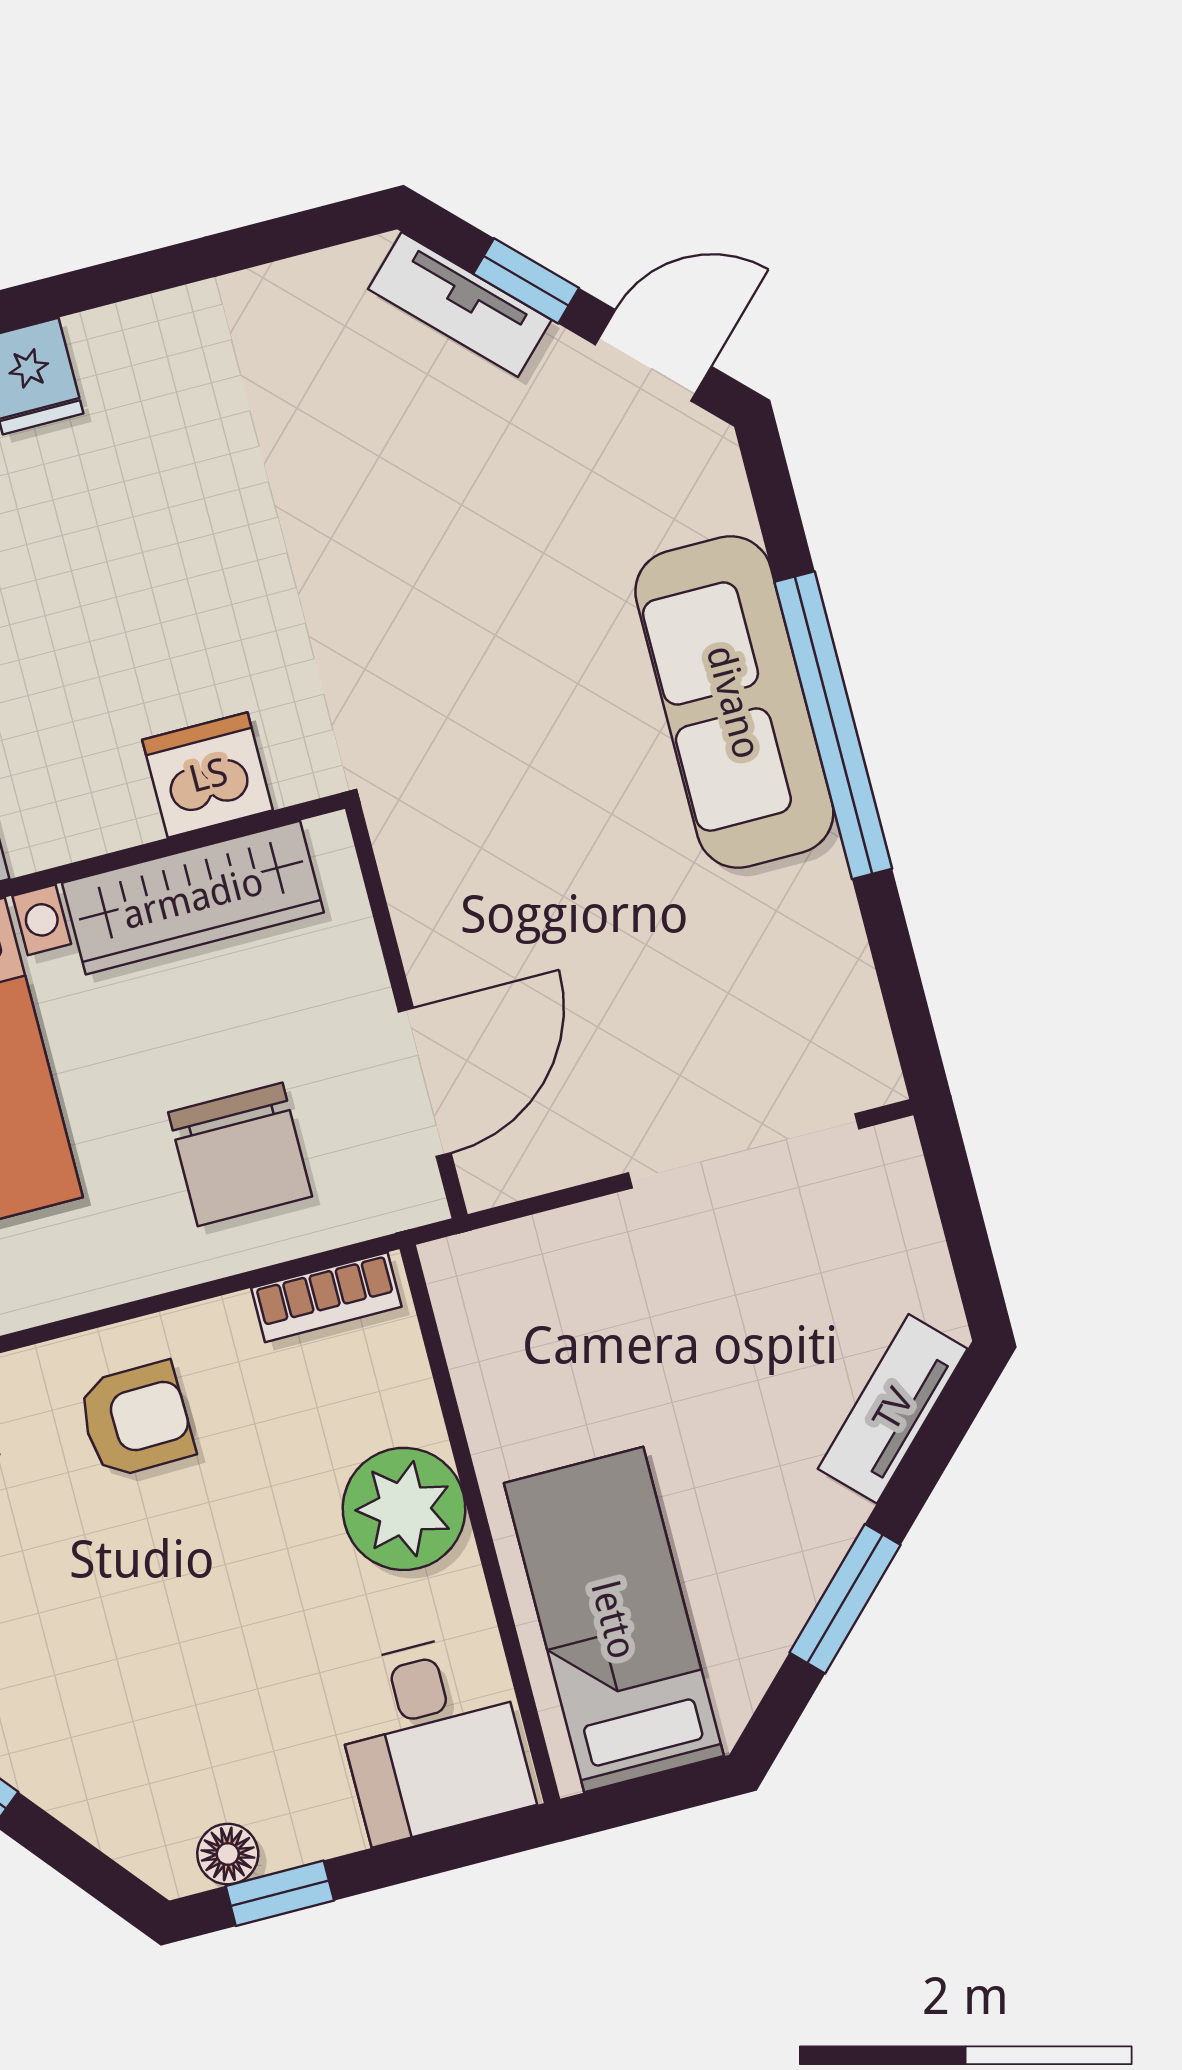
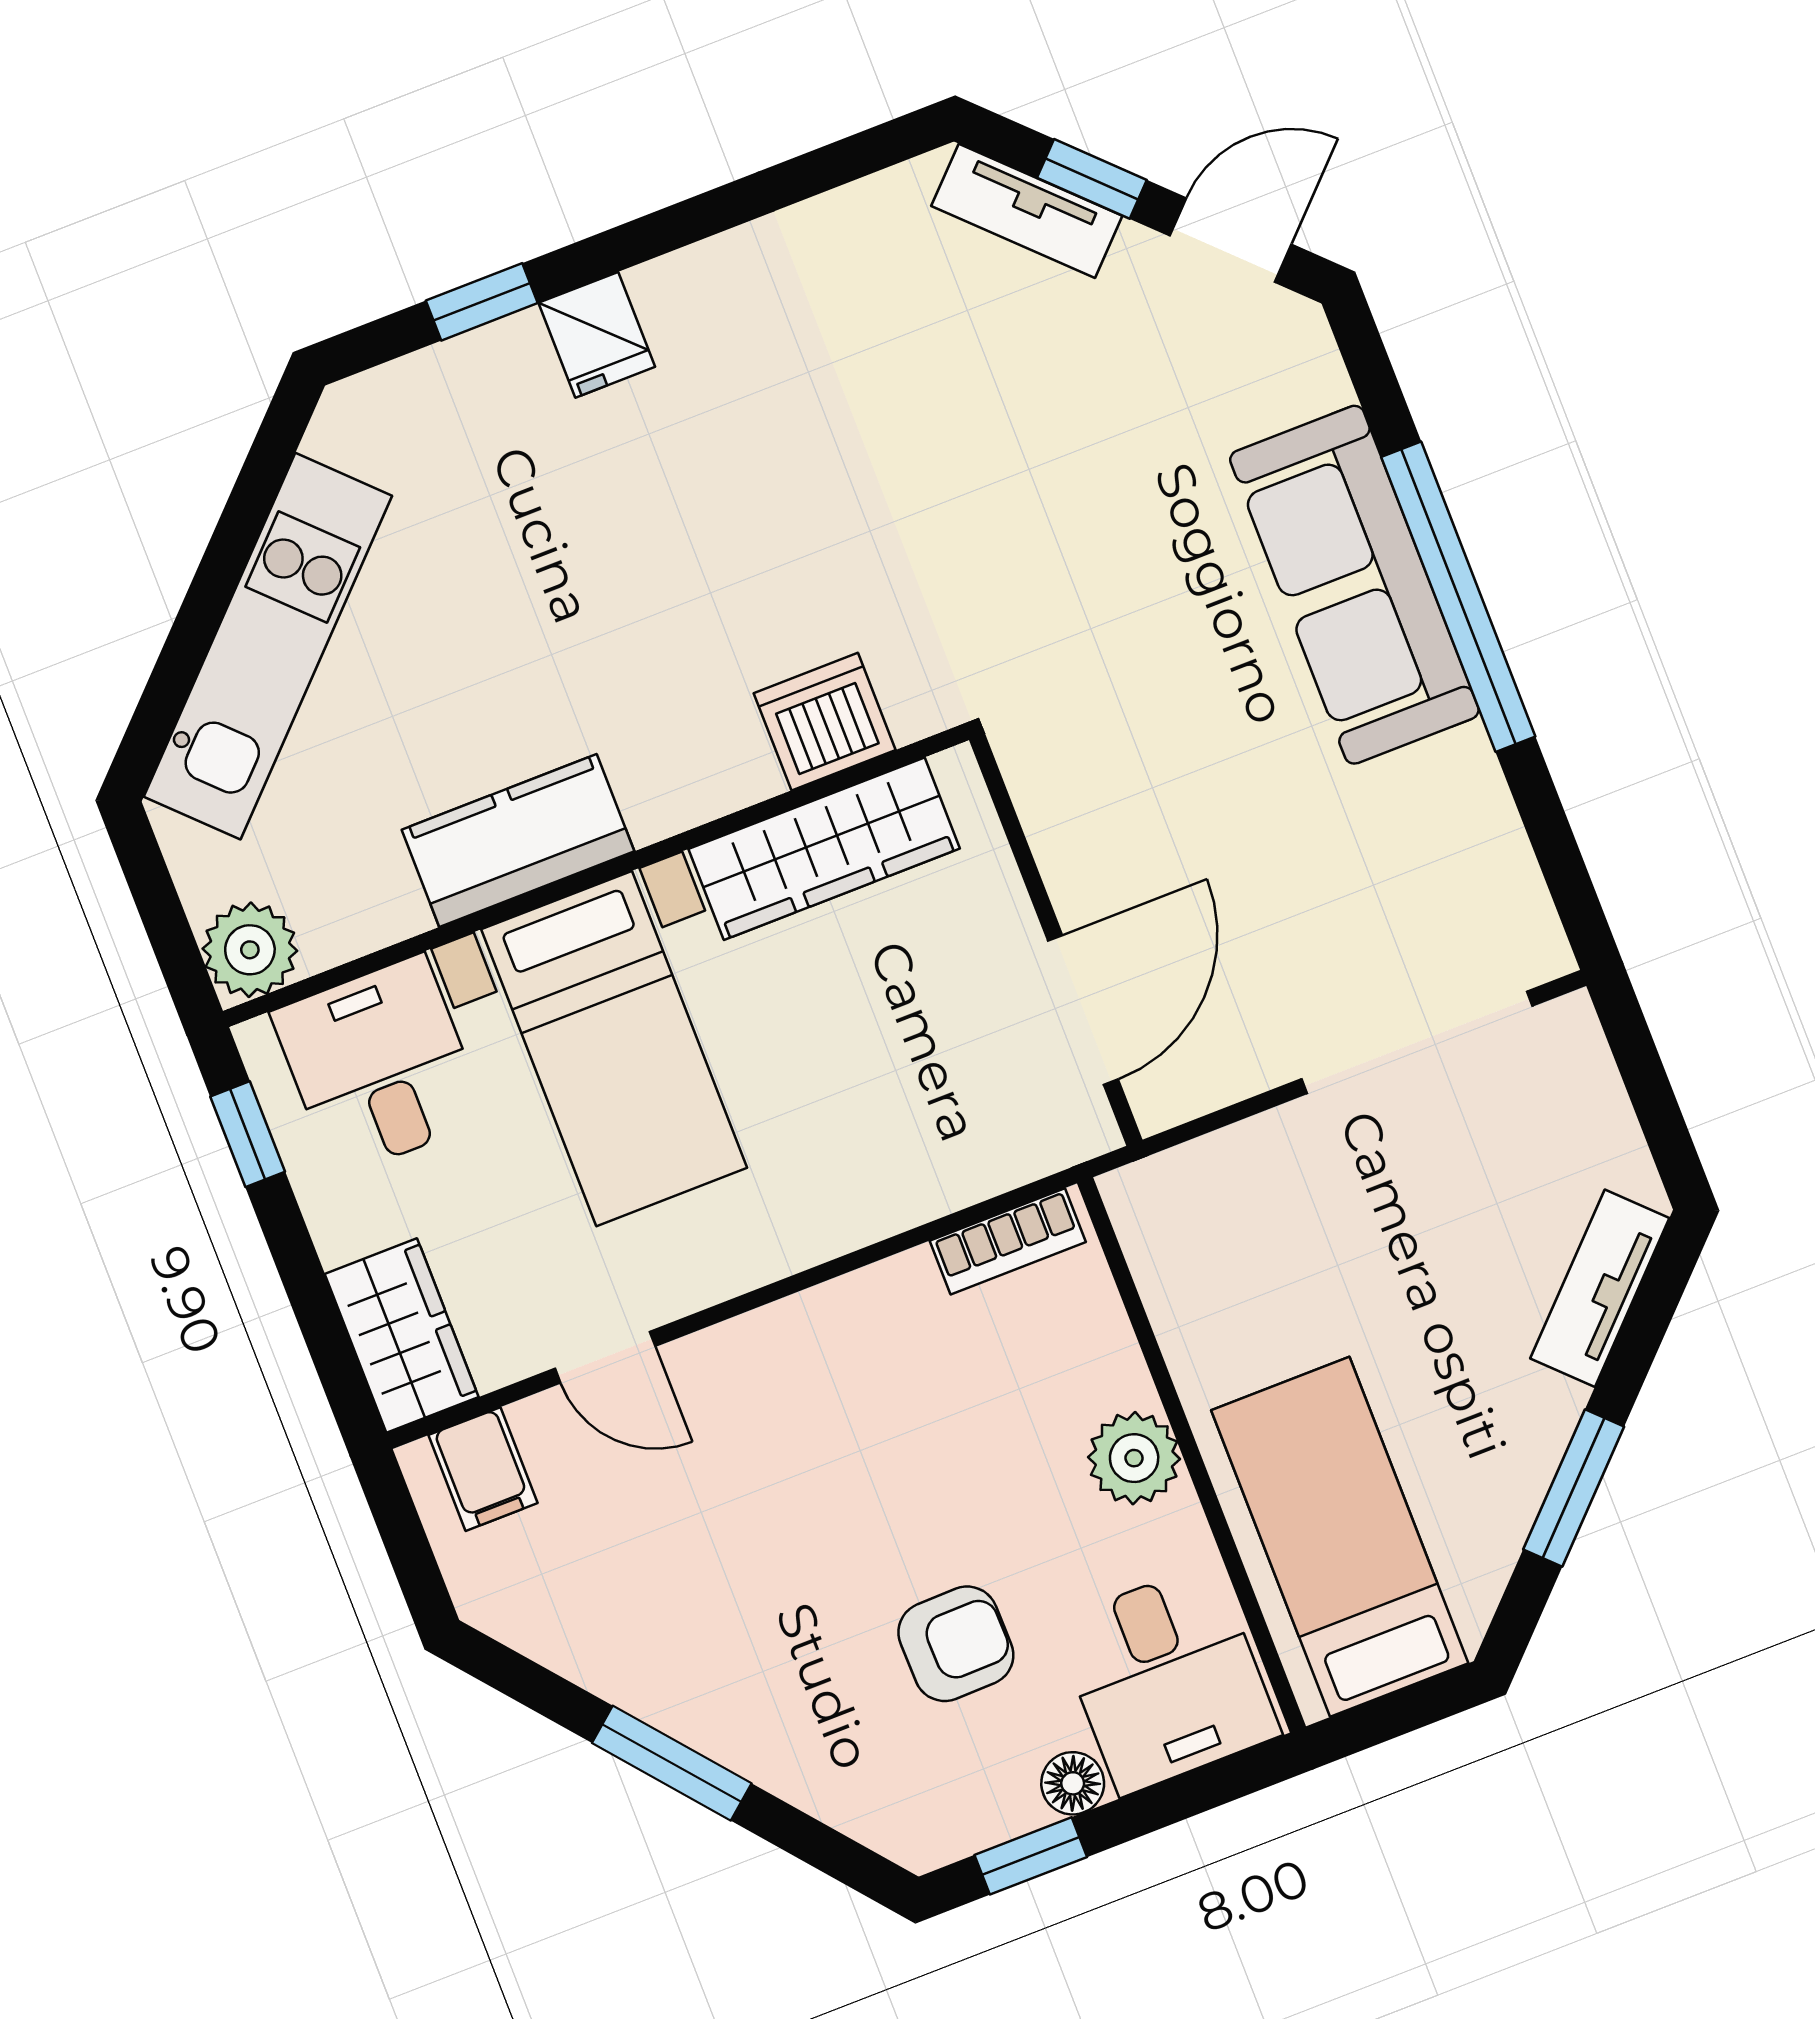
chair: (240, 1154) -> (903, 1106), removed
armchair: (136, 1420) -> (956, 1644), moved
plant: (404, 1509) -> (1134, 1458), width x0.73, depth x0.73
floor lamp: (228, 1854) -> (1073, 1783), moved

